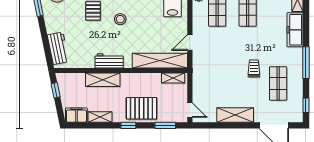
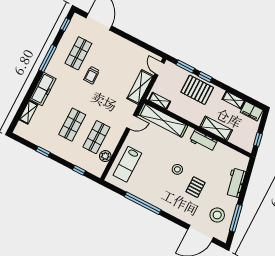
workbench: (58, 48) -> (236, 183), moved
shelving: (235, 115) -> (140, 87), moved, turned 90
window: (128, 125) -> (205, 77), moved

